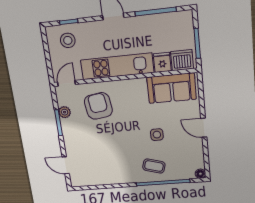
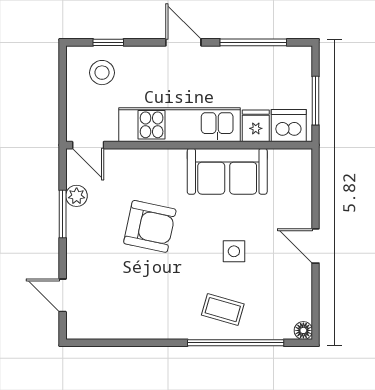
door: (66, 83) -> (88, 145), swing flipped
sofa: (172, 88) -> (227, 171), moved
armchair: (98, 106) -> (150, 226), moved, turned 110

